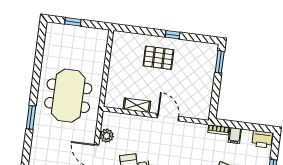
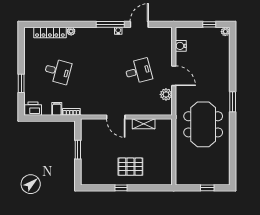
window: (220, 62) -> (78, 150), moved

